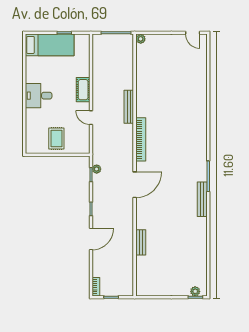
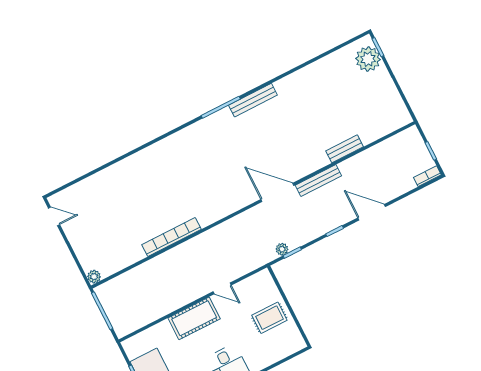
door: (193, 33) -> (54, 216), hinge flipped
cot: (83, 90) -> (194, 318), width x1.37, depth x1.34
bench: (129, 107) -> (318, 181), moved
door: (91, 118) -> (222, 288), hinge flipped
bookcase: (141, 139) -> (172, 237), moved
plant: (195, 291) -> (368, 59), width x1.88, depth x1.88

